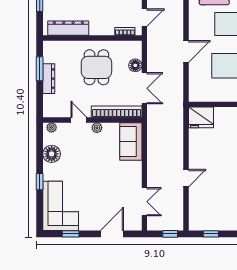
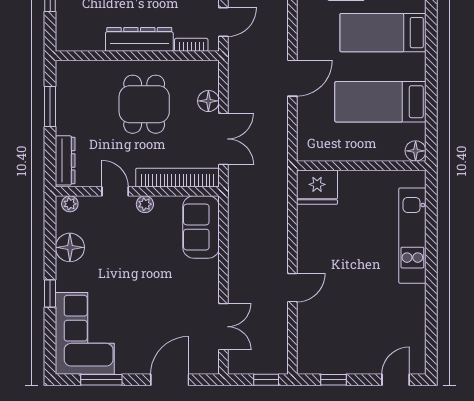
dresser: (68, 28) -> (139, 39), moved
dresser: (49, 79) -> (65, 160), moved
window: (71, 234) -> (101, 380), width x1.50

